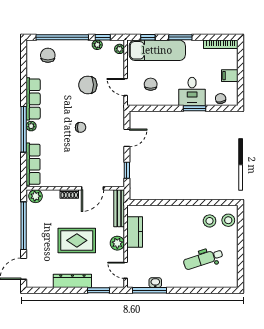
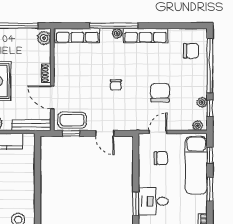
coffee table: (114, 169) -> (72, 120), added

